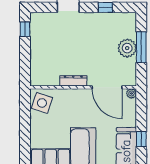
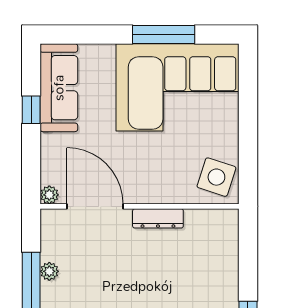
plant: (127, 48) -> (49, 271), width x0.53, depth x0.53

